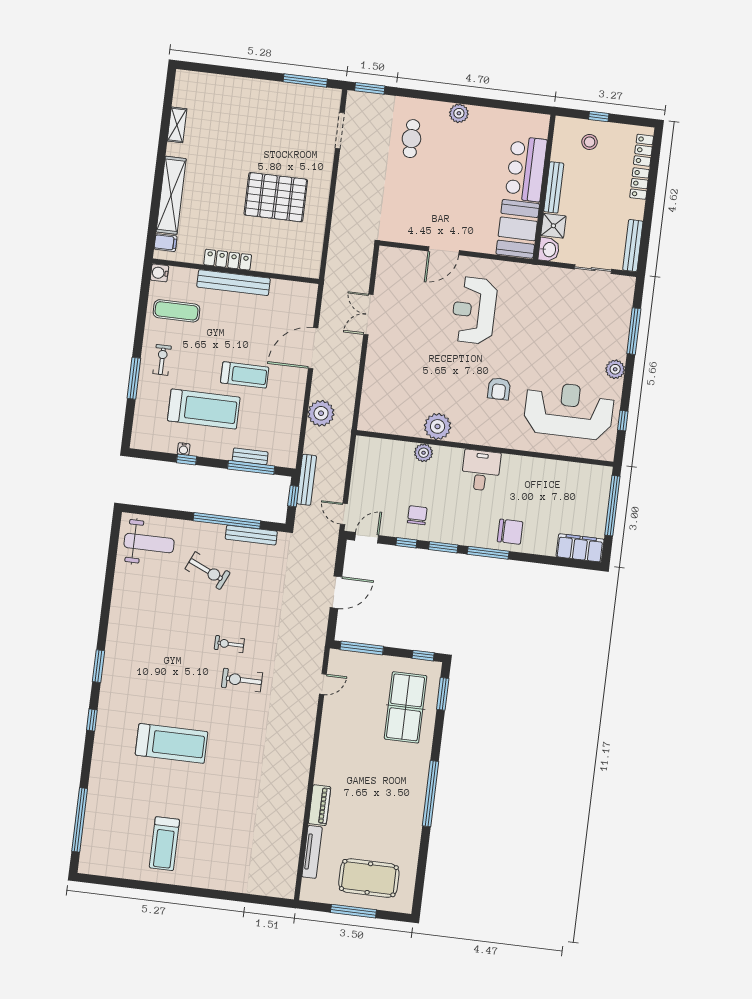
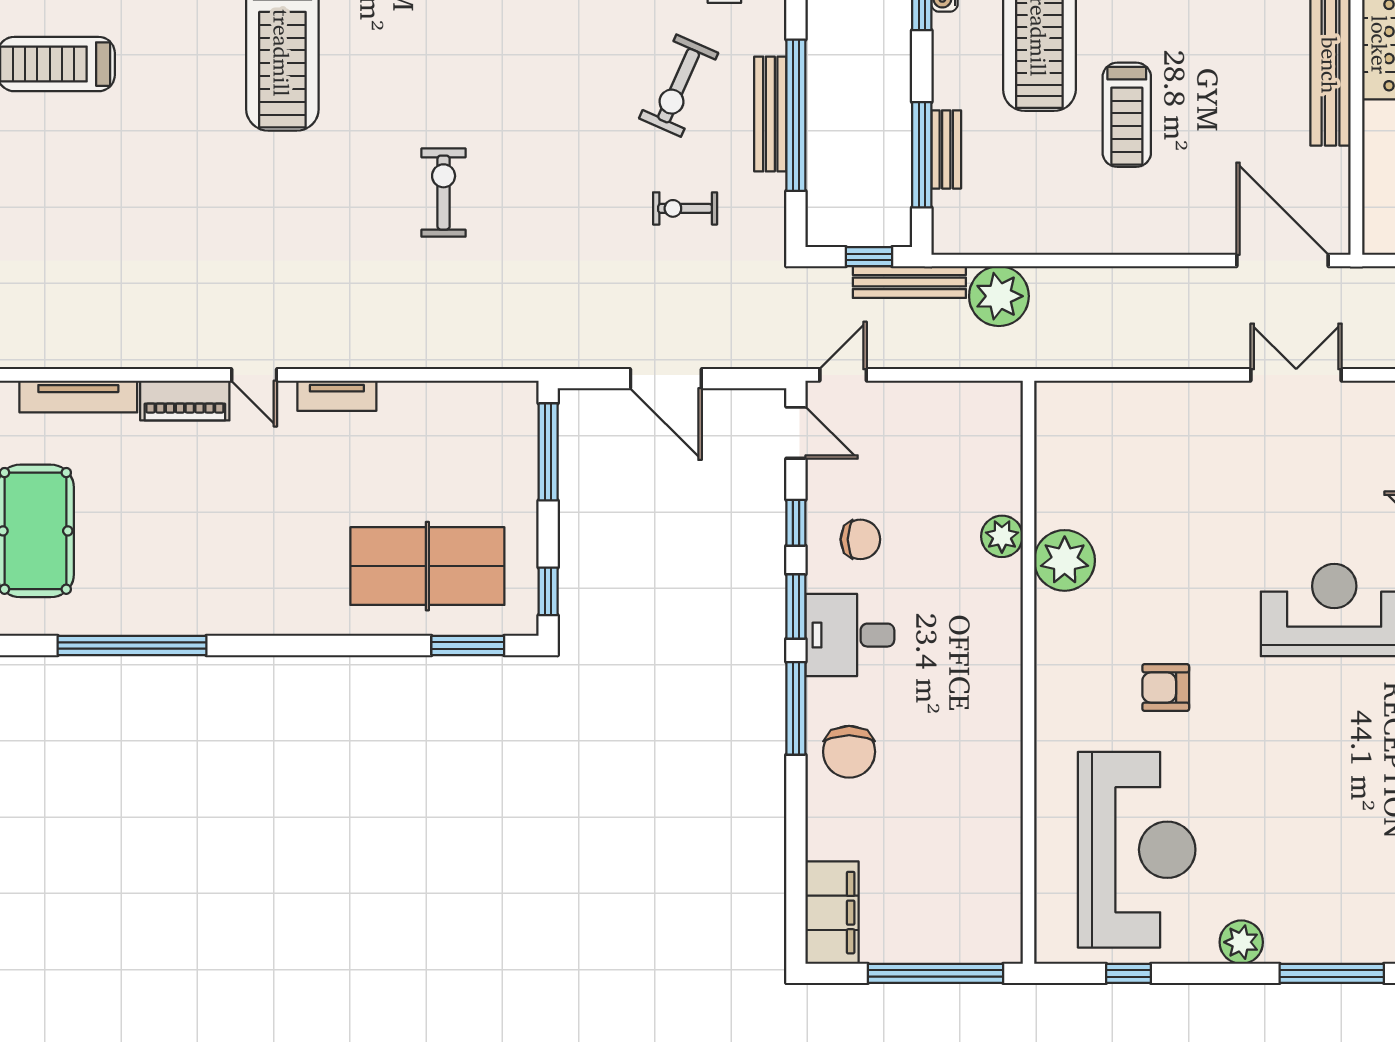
door: (313, 348) -> (1282, 260), moved
plant: (321, 413) -> (999, 296), moved
desk: (481, 470) -> (850, 635), moved, turned 180
bench: (251, 535) -> (770, 114), moved
exercise bike: (229, 644) -> (685, 208), moved, turned -90
door: (323, 684) -> (254, 375), moved
tv unit: (326, 738) -> (337, 396), added
window: (430, 794) -> (132, 646), moved

